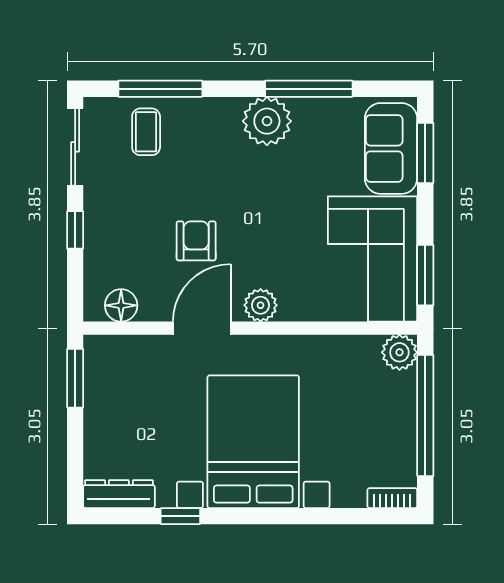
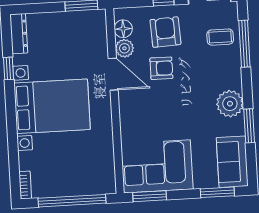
window: (309, 89) -> (249, 126), width x0.69
sofa: (391, 148) -> (232, 162), moved, turned -90
armchair: (131, 230) -> (165, 32), added
plant: (261, 305) -> (124, 48), moved
plant: (399, 352) -> (106, 184), removed

